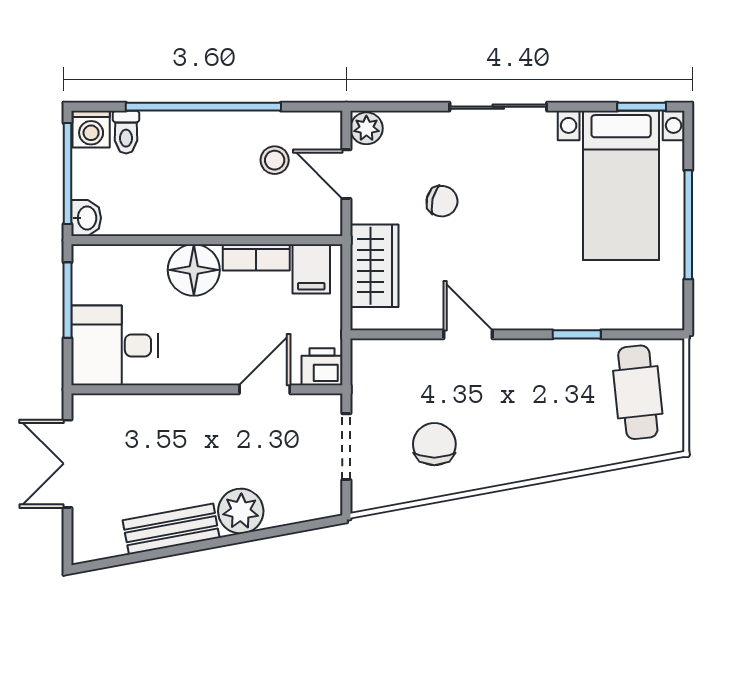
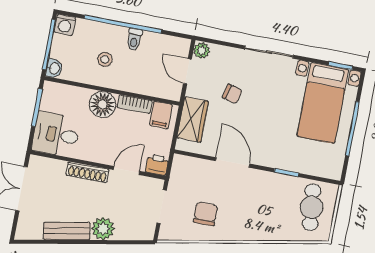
toilet: (126, 132) -> (134, 40), moved
stool: (275, 160) -> (105, 59), moved
door: (468, 334) -> (233, 162), width x1.38
shoe rack: (190, 407) -> (88, 172), added

